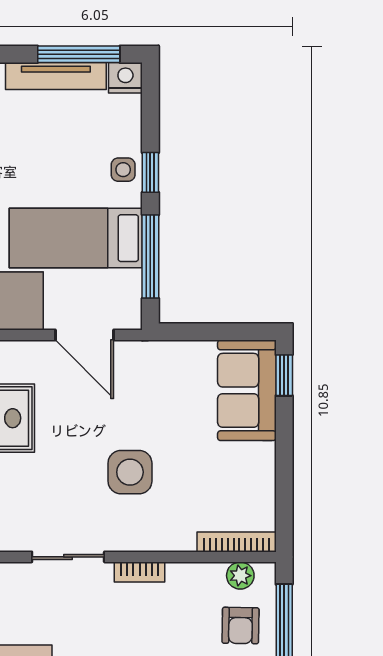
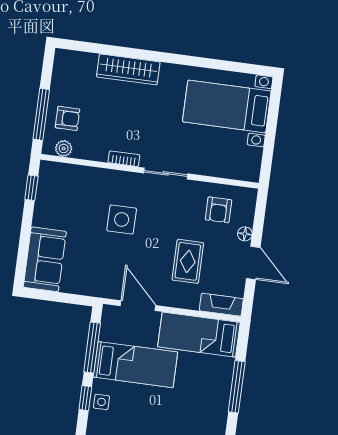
window: (284, 375) -> (31, 188), moved
bookcase: (237, 542) -> (63, 169), removed
armchair: (240, 626) -> (67, 118), turned 89

